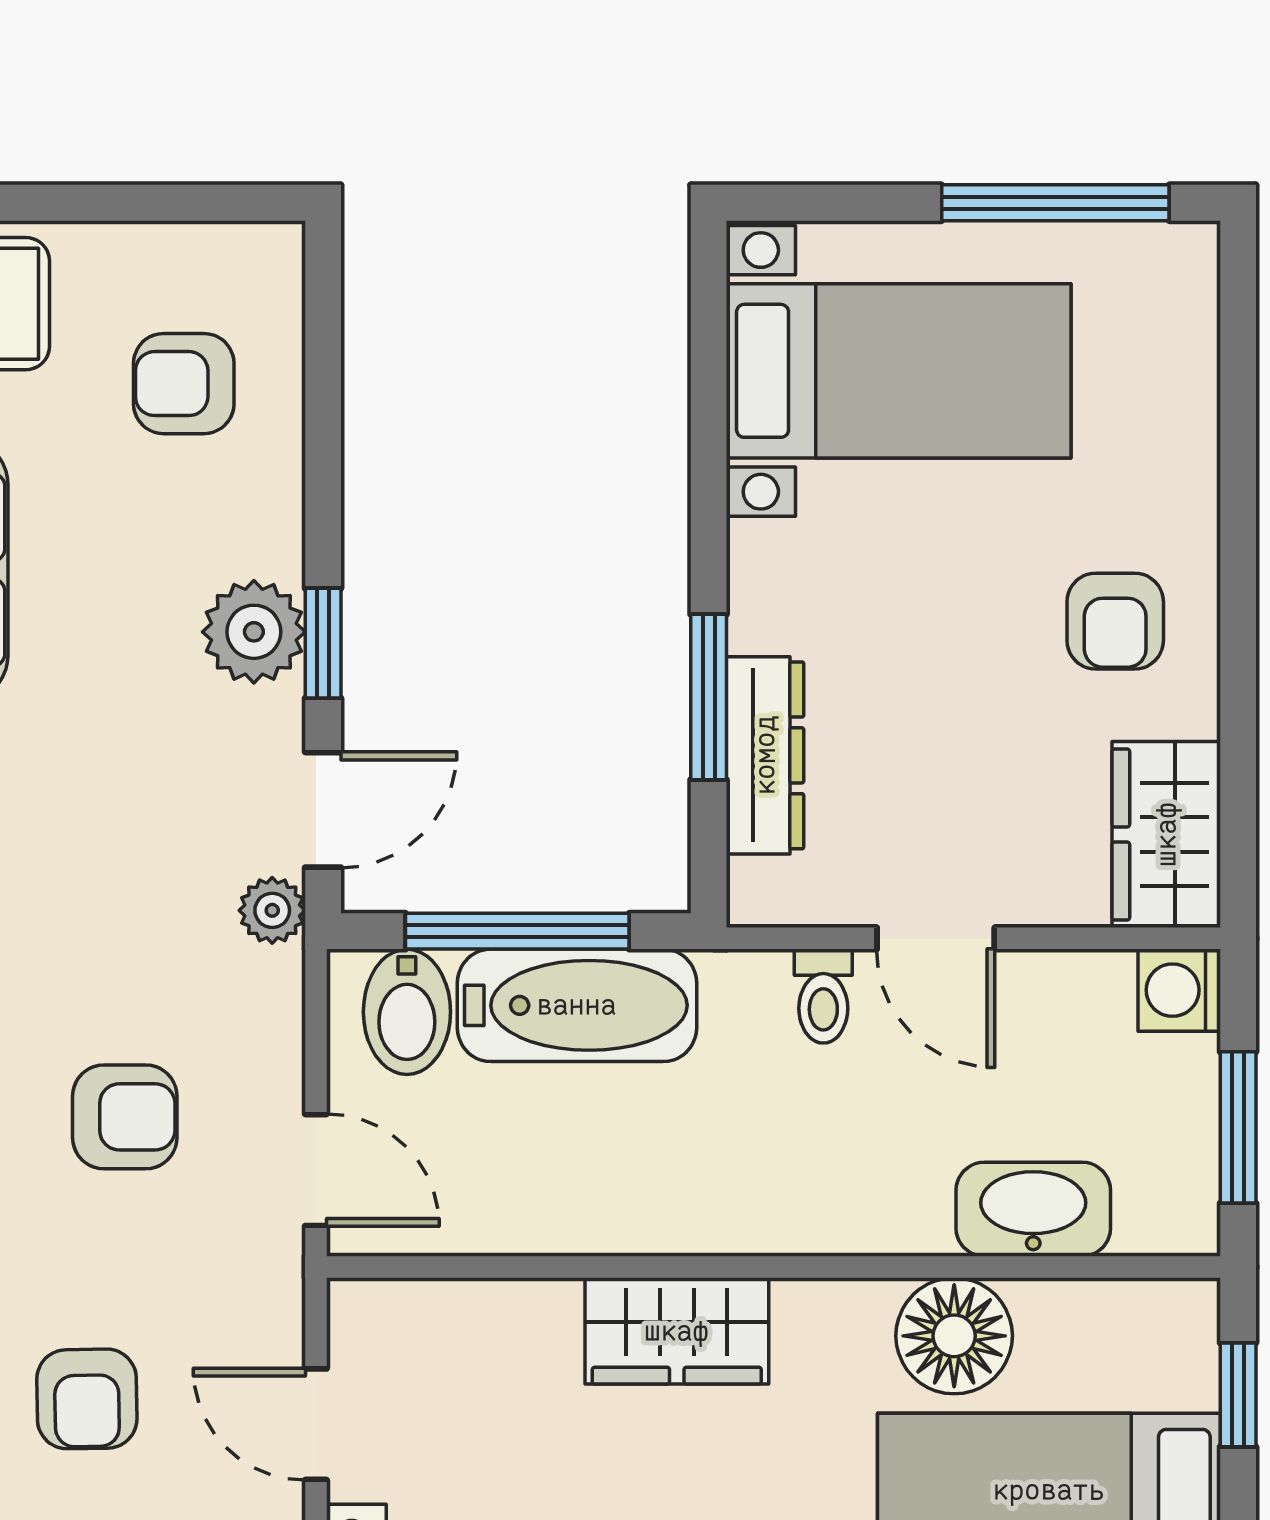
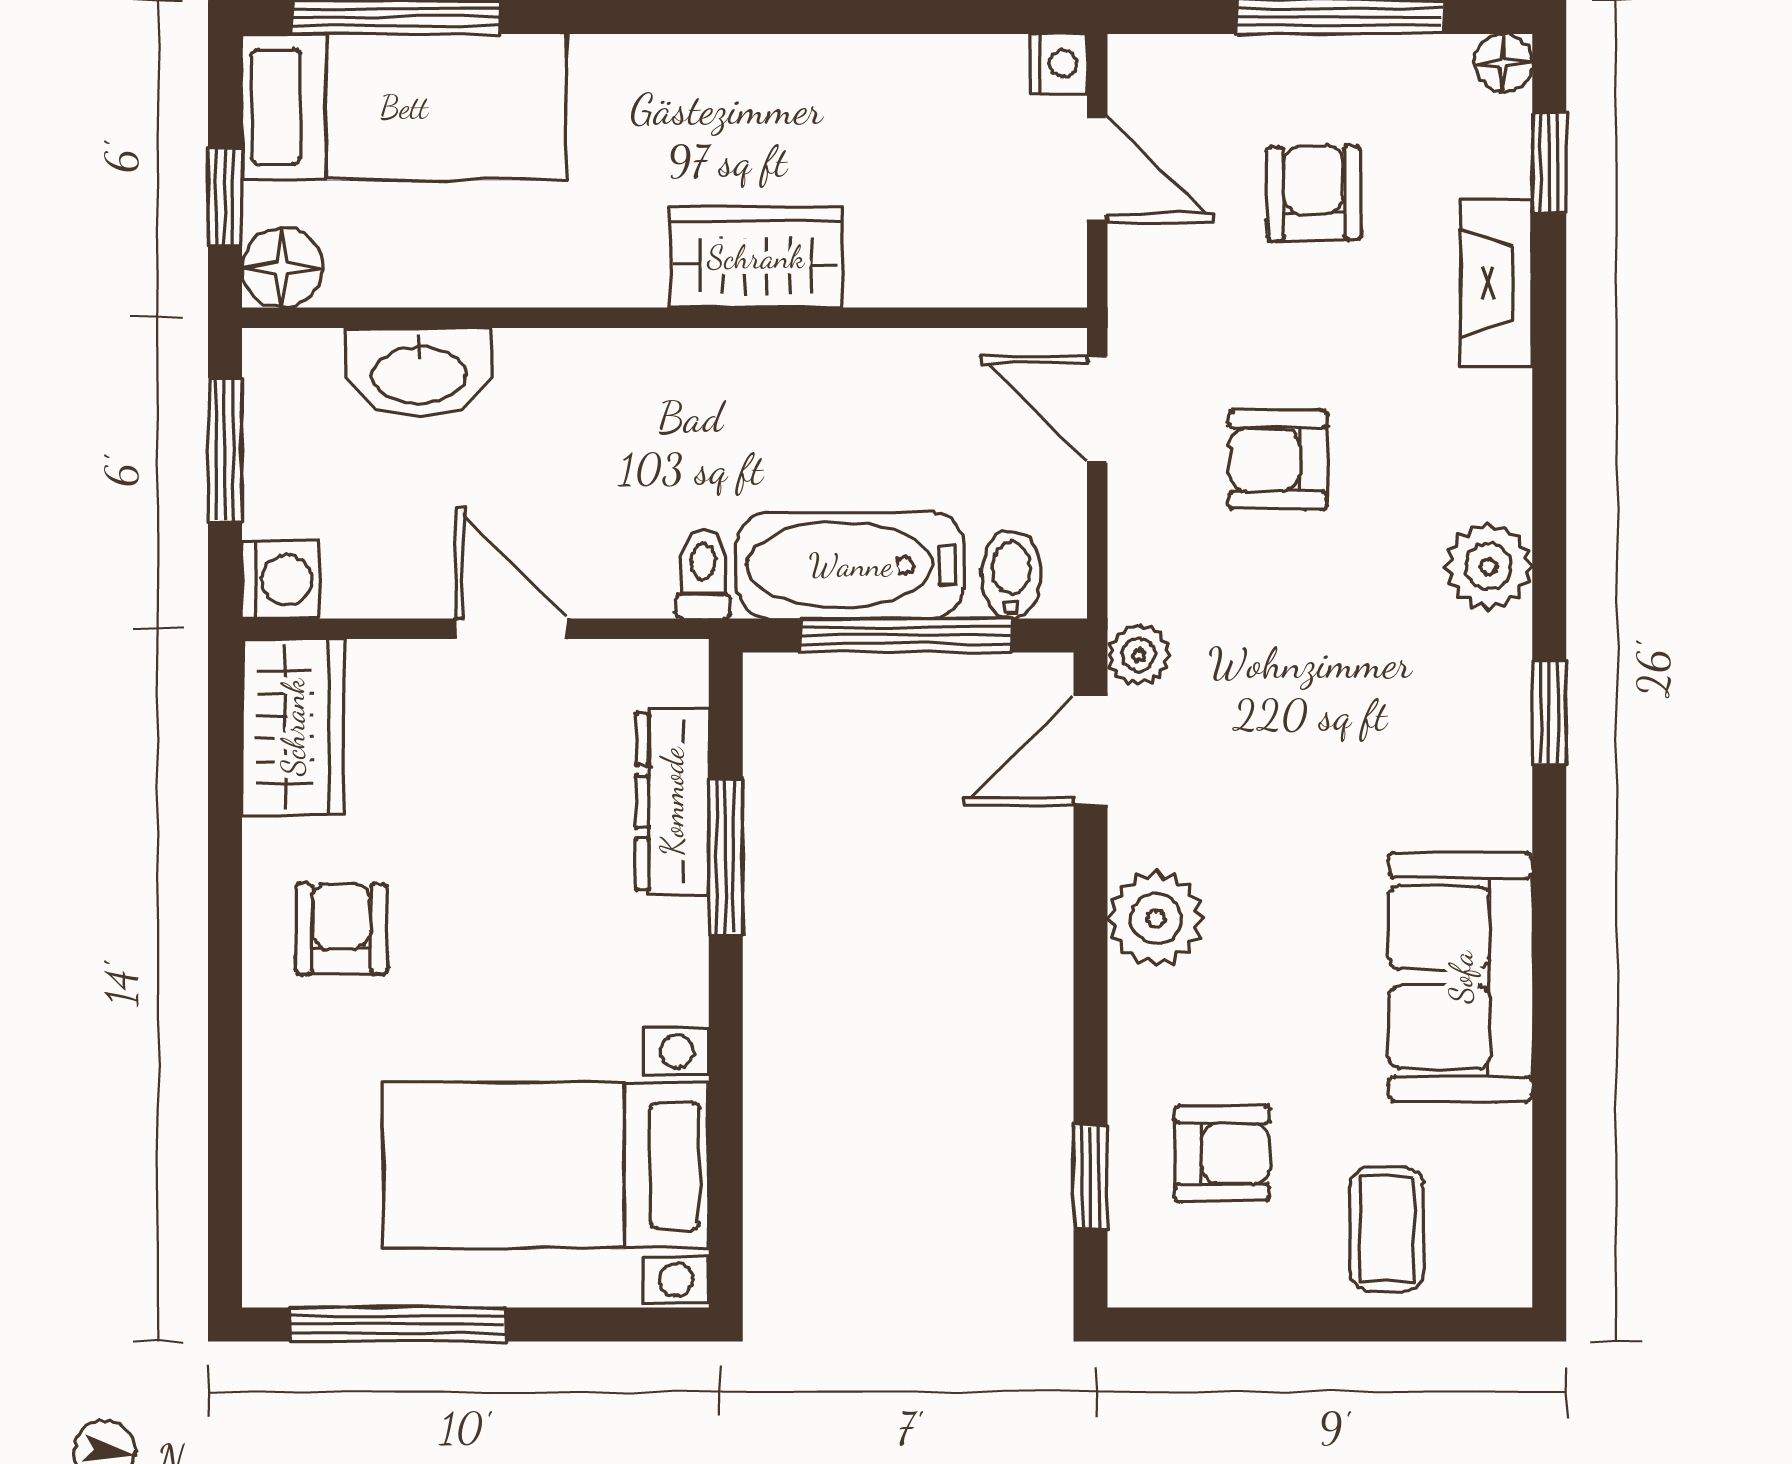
window: (323, 643) -> (1090, 1177), moved
toilet: (823, 996) -> (703, 574), moved
bidet: (407, 1012) -> (1011, 575), width x0.72, depth x0.74
floor lamp: (954, 1336) -> (282, 268), moved, width x0.73, depth x0.73

